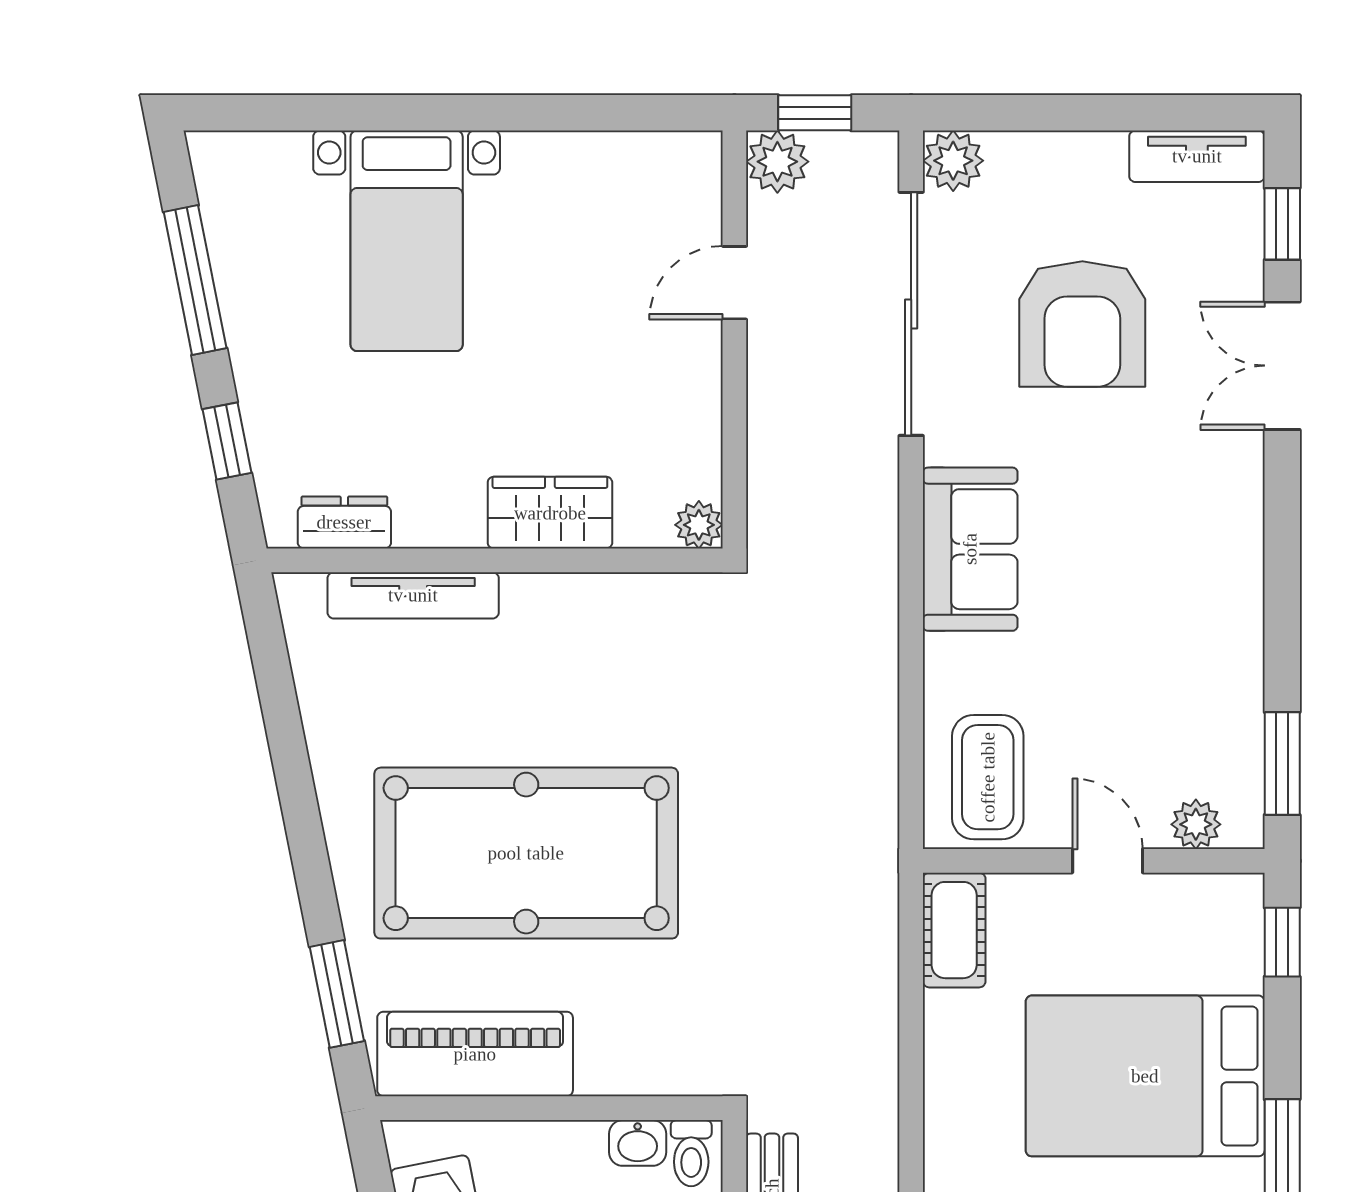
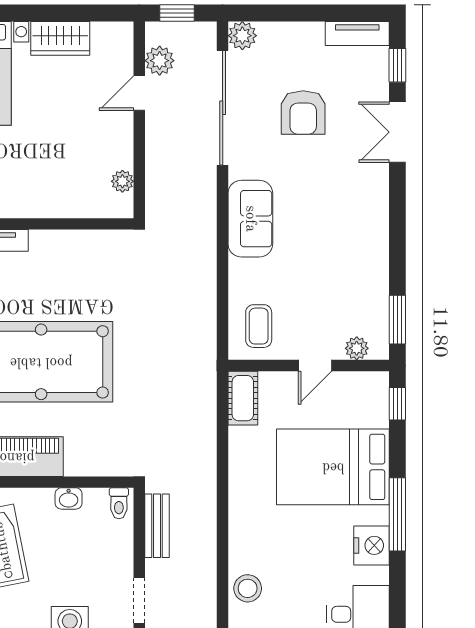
plant: (777, 162) -> (160, 61), moved
armchair: (1082, 324) -> (303, 113), width x0.73, depth x0.73
wardrobe: (550, 513) -> (60, 38), moved, turned 180
plant: (699, 525) -> (122, 181), moved
coffee table: (988, 777) -> (259, 326), width x0.73, depth x0.77
door: (1108, 861) -> (315, 366), swing flipped
washbasin: (638, 1143) -> (69, 498), moved

